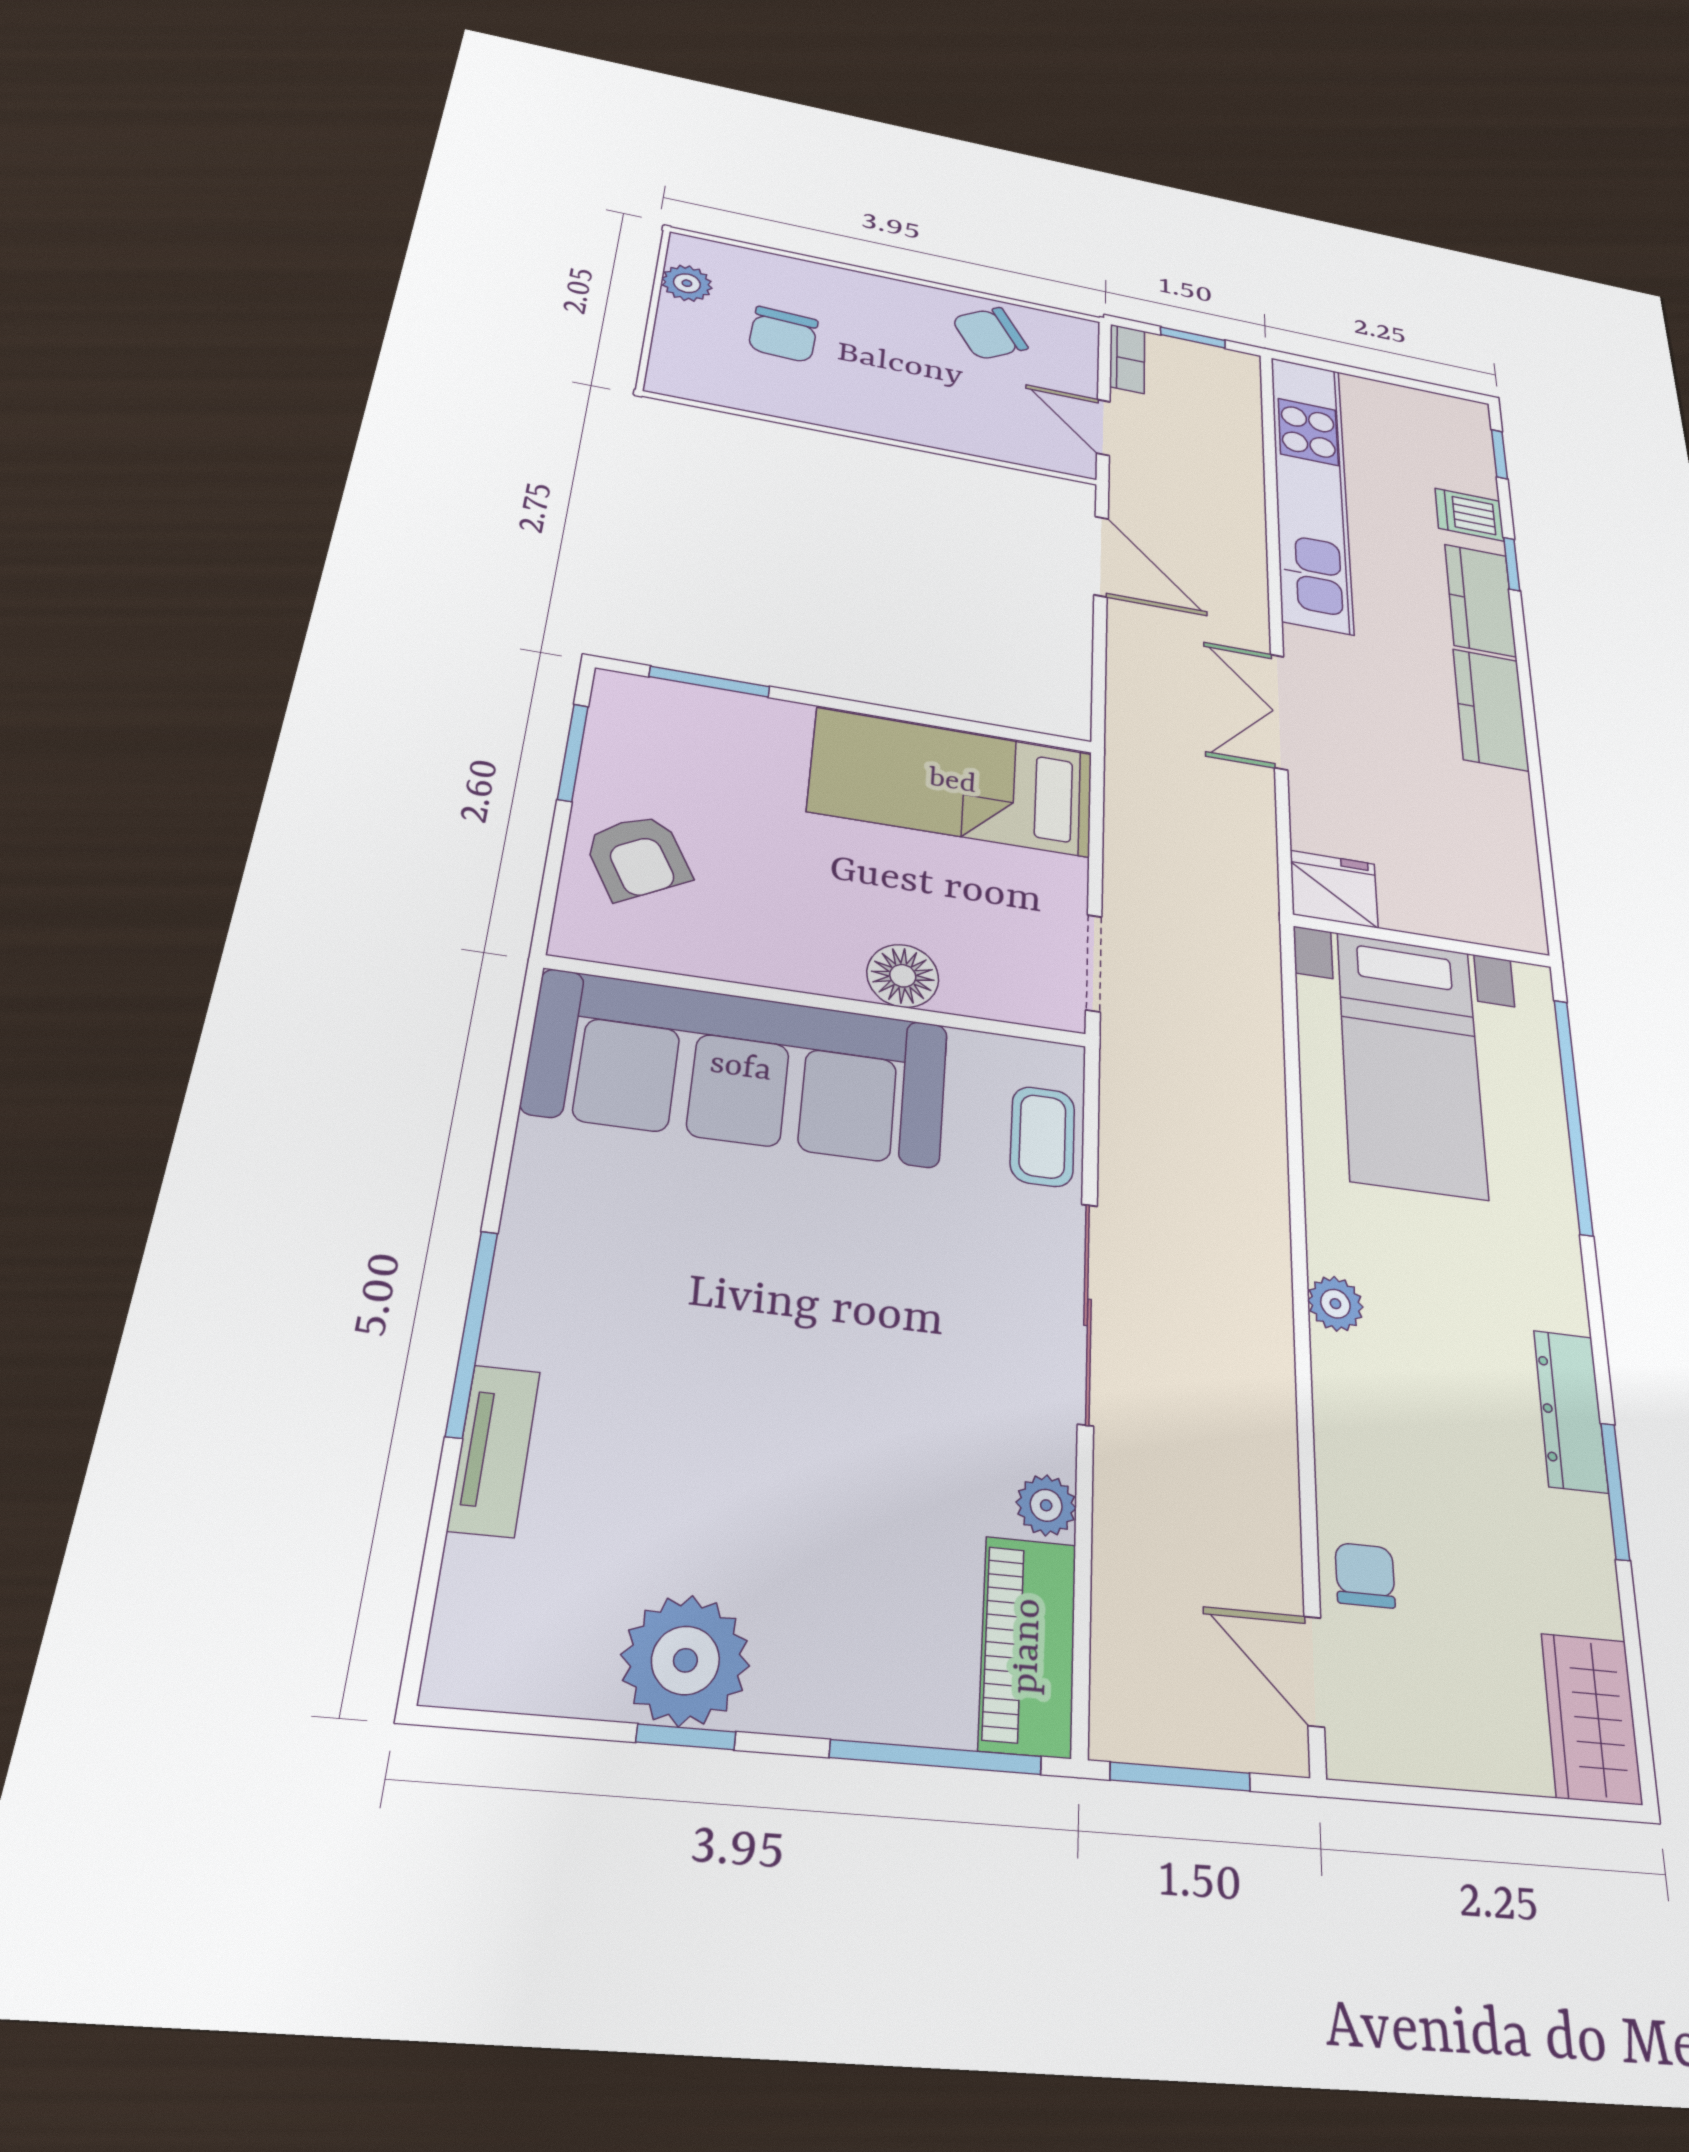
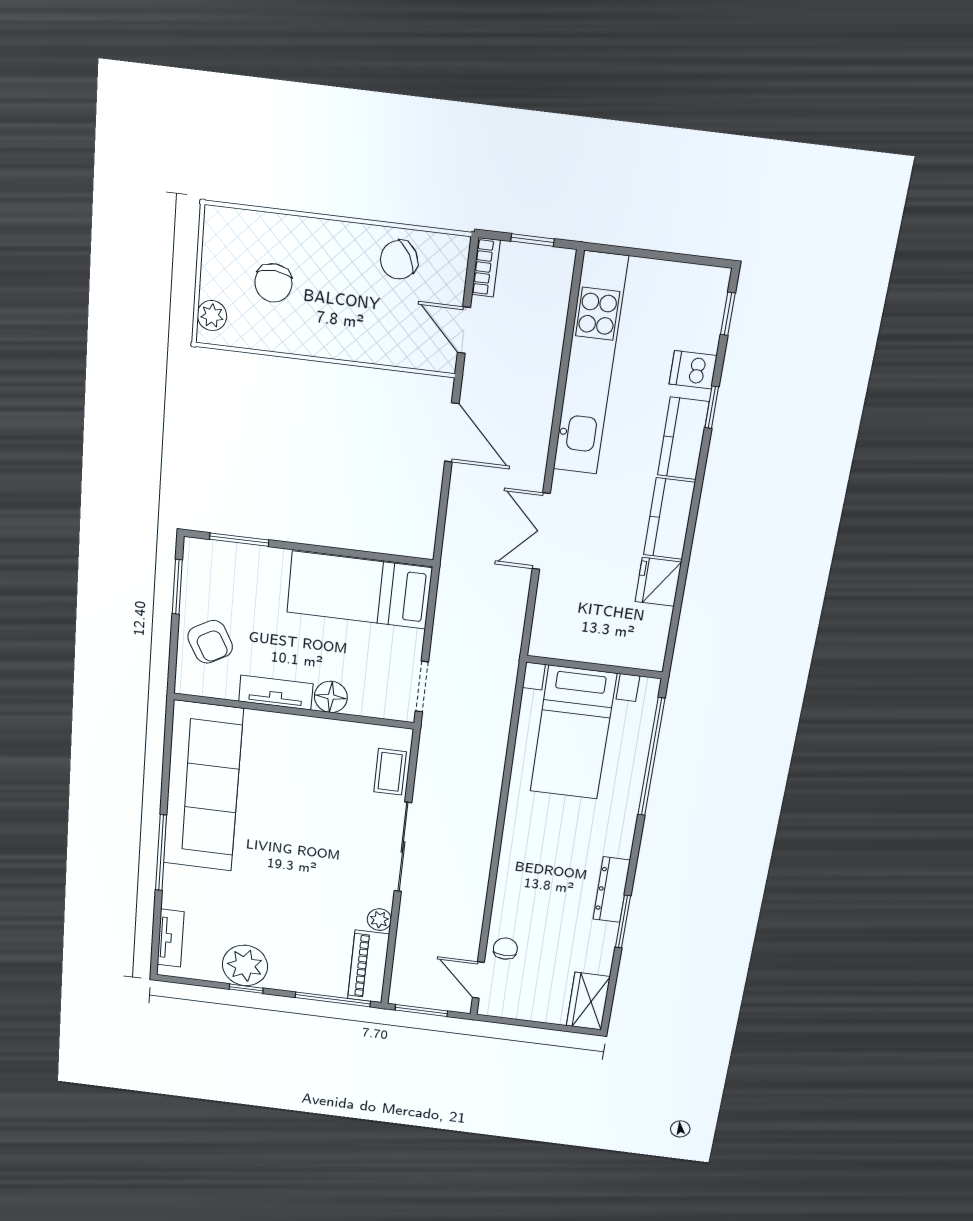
plant: (687, 283) -> (212, 316), moved
fridge: (1334, 889) -> (658, 582), moved, turned -90
tv unit: (781, 963) -> (276, 693), added
sofa: (741, 1068) -> (203, 787), moved, turned -90
plant: (1335, 1304) -> (513, 844), removed
tv unit: (494, 1450) -> (171, 938), moved

